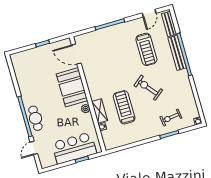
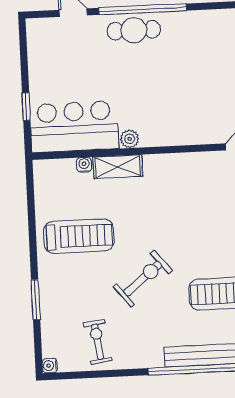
booth: (72, 87) -> (180, 121), removed
treadmill: (124, 107) -> (79, 236), moved
exercise bike: (171, 117) -> (98, 342), moved
bar counter: (74, 148) -> (74, 127), moved, turned -90

